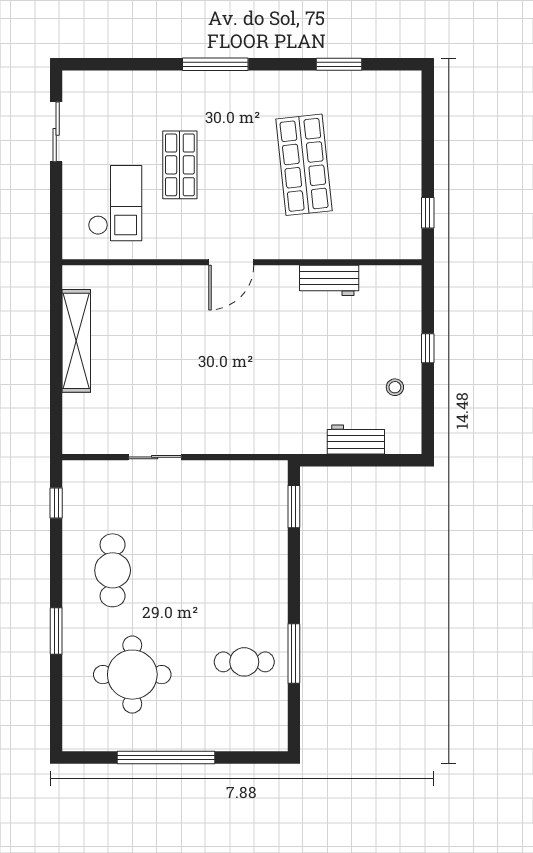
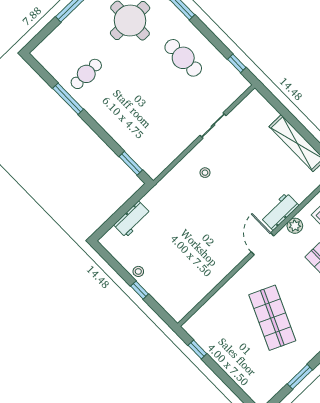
shop shelf: (304, 165) -> (272, 318), turned 30
plant: (173, 247) -> (295, 226), added
workbench: (329, 280) -> (280, 212), moved
stool: (395, 387) -> (138, 271), moved
stool: (218, 411) -> (205, 173), added

